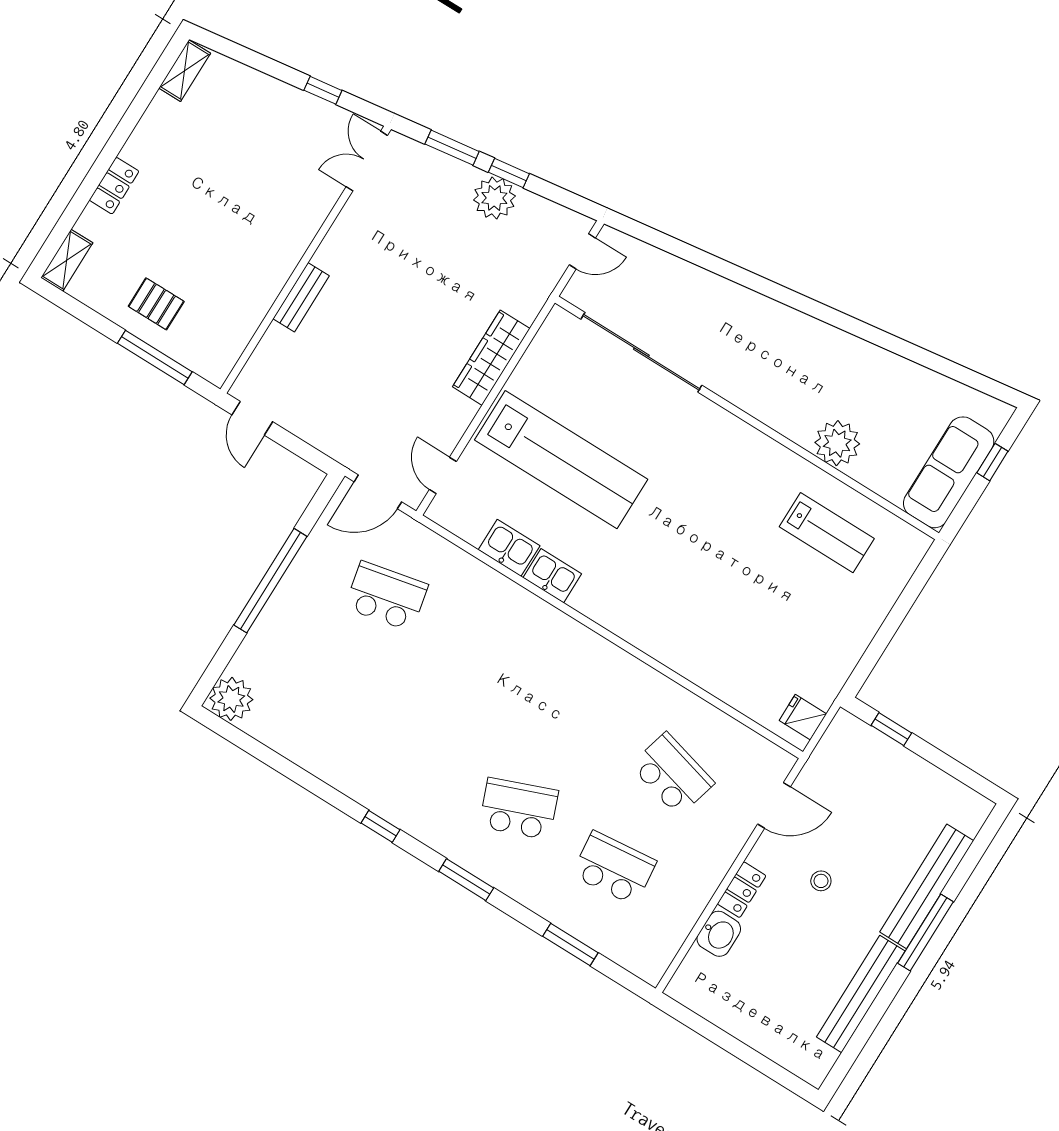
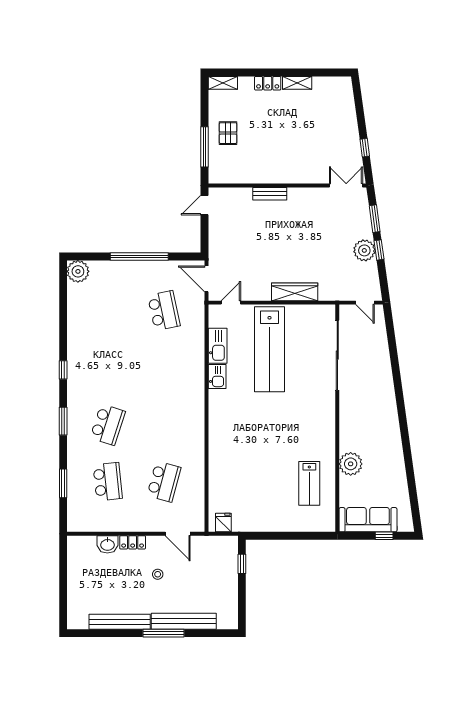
shelving: (185, 71) -> (297, 83), moved
kitchen sink: (509, 548) -> (218, 346), width x1.38
school desk: (519, 809) -> (108, 425), turned 39

